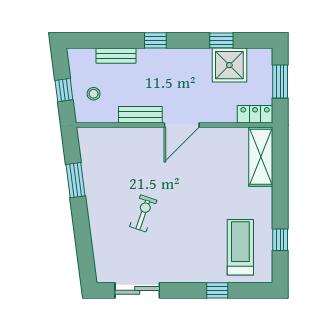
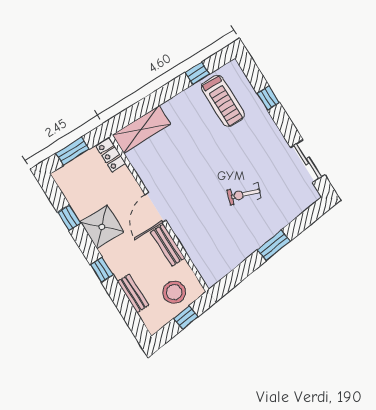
shower: (229, 65) -> (102, 227), moved
stool: (94, 94) -> (174, 292), width x1.89, depth x1.89
door: (182, 125) -> (155, 207), swing flipped
window: (76, 180) -> (274, 245), moved
treadmill: (240, 247) -> (223, 101), turned -90

